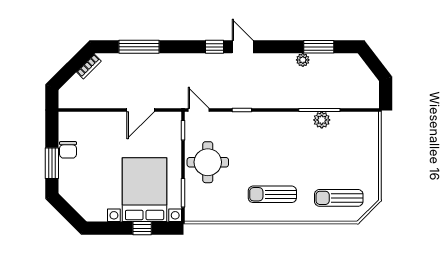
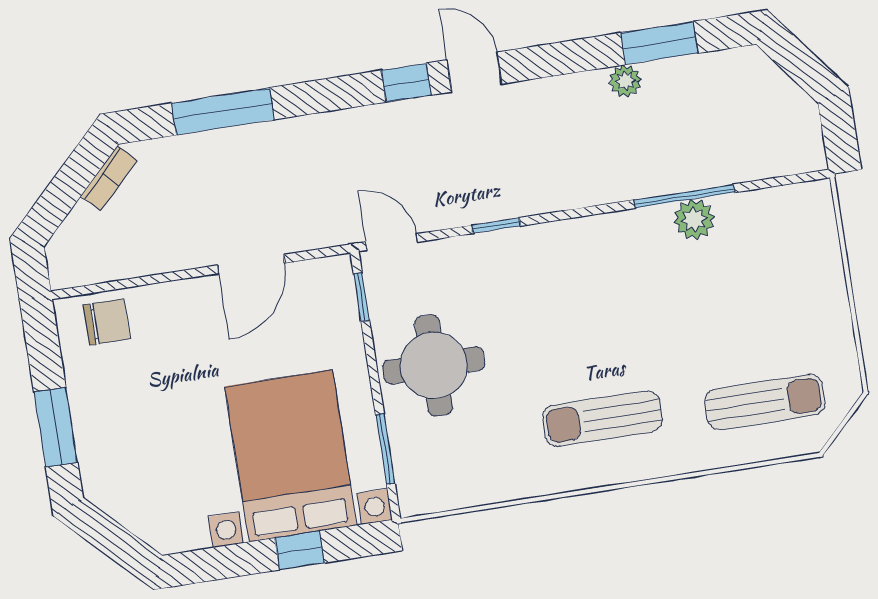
chair: (68, 150) -> (107, 322), moved, turned -90
sun lounger: (339, 198) -> (765, 402), turned 180

